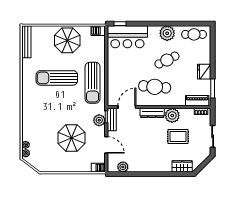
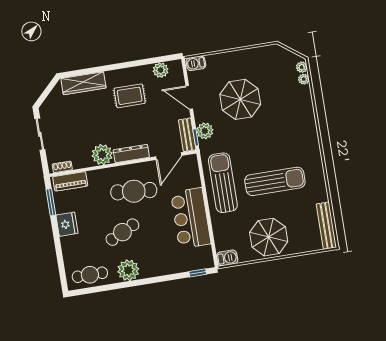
bar counter: (127, 37) -> (191, 218), moved, turned -90
rug: (178, 136) -> (130, 96), moved
wardrobe: (182, 166) -> (83, 83), width x1.50

